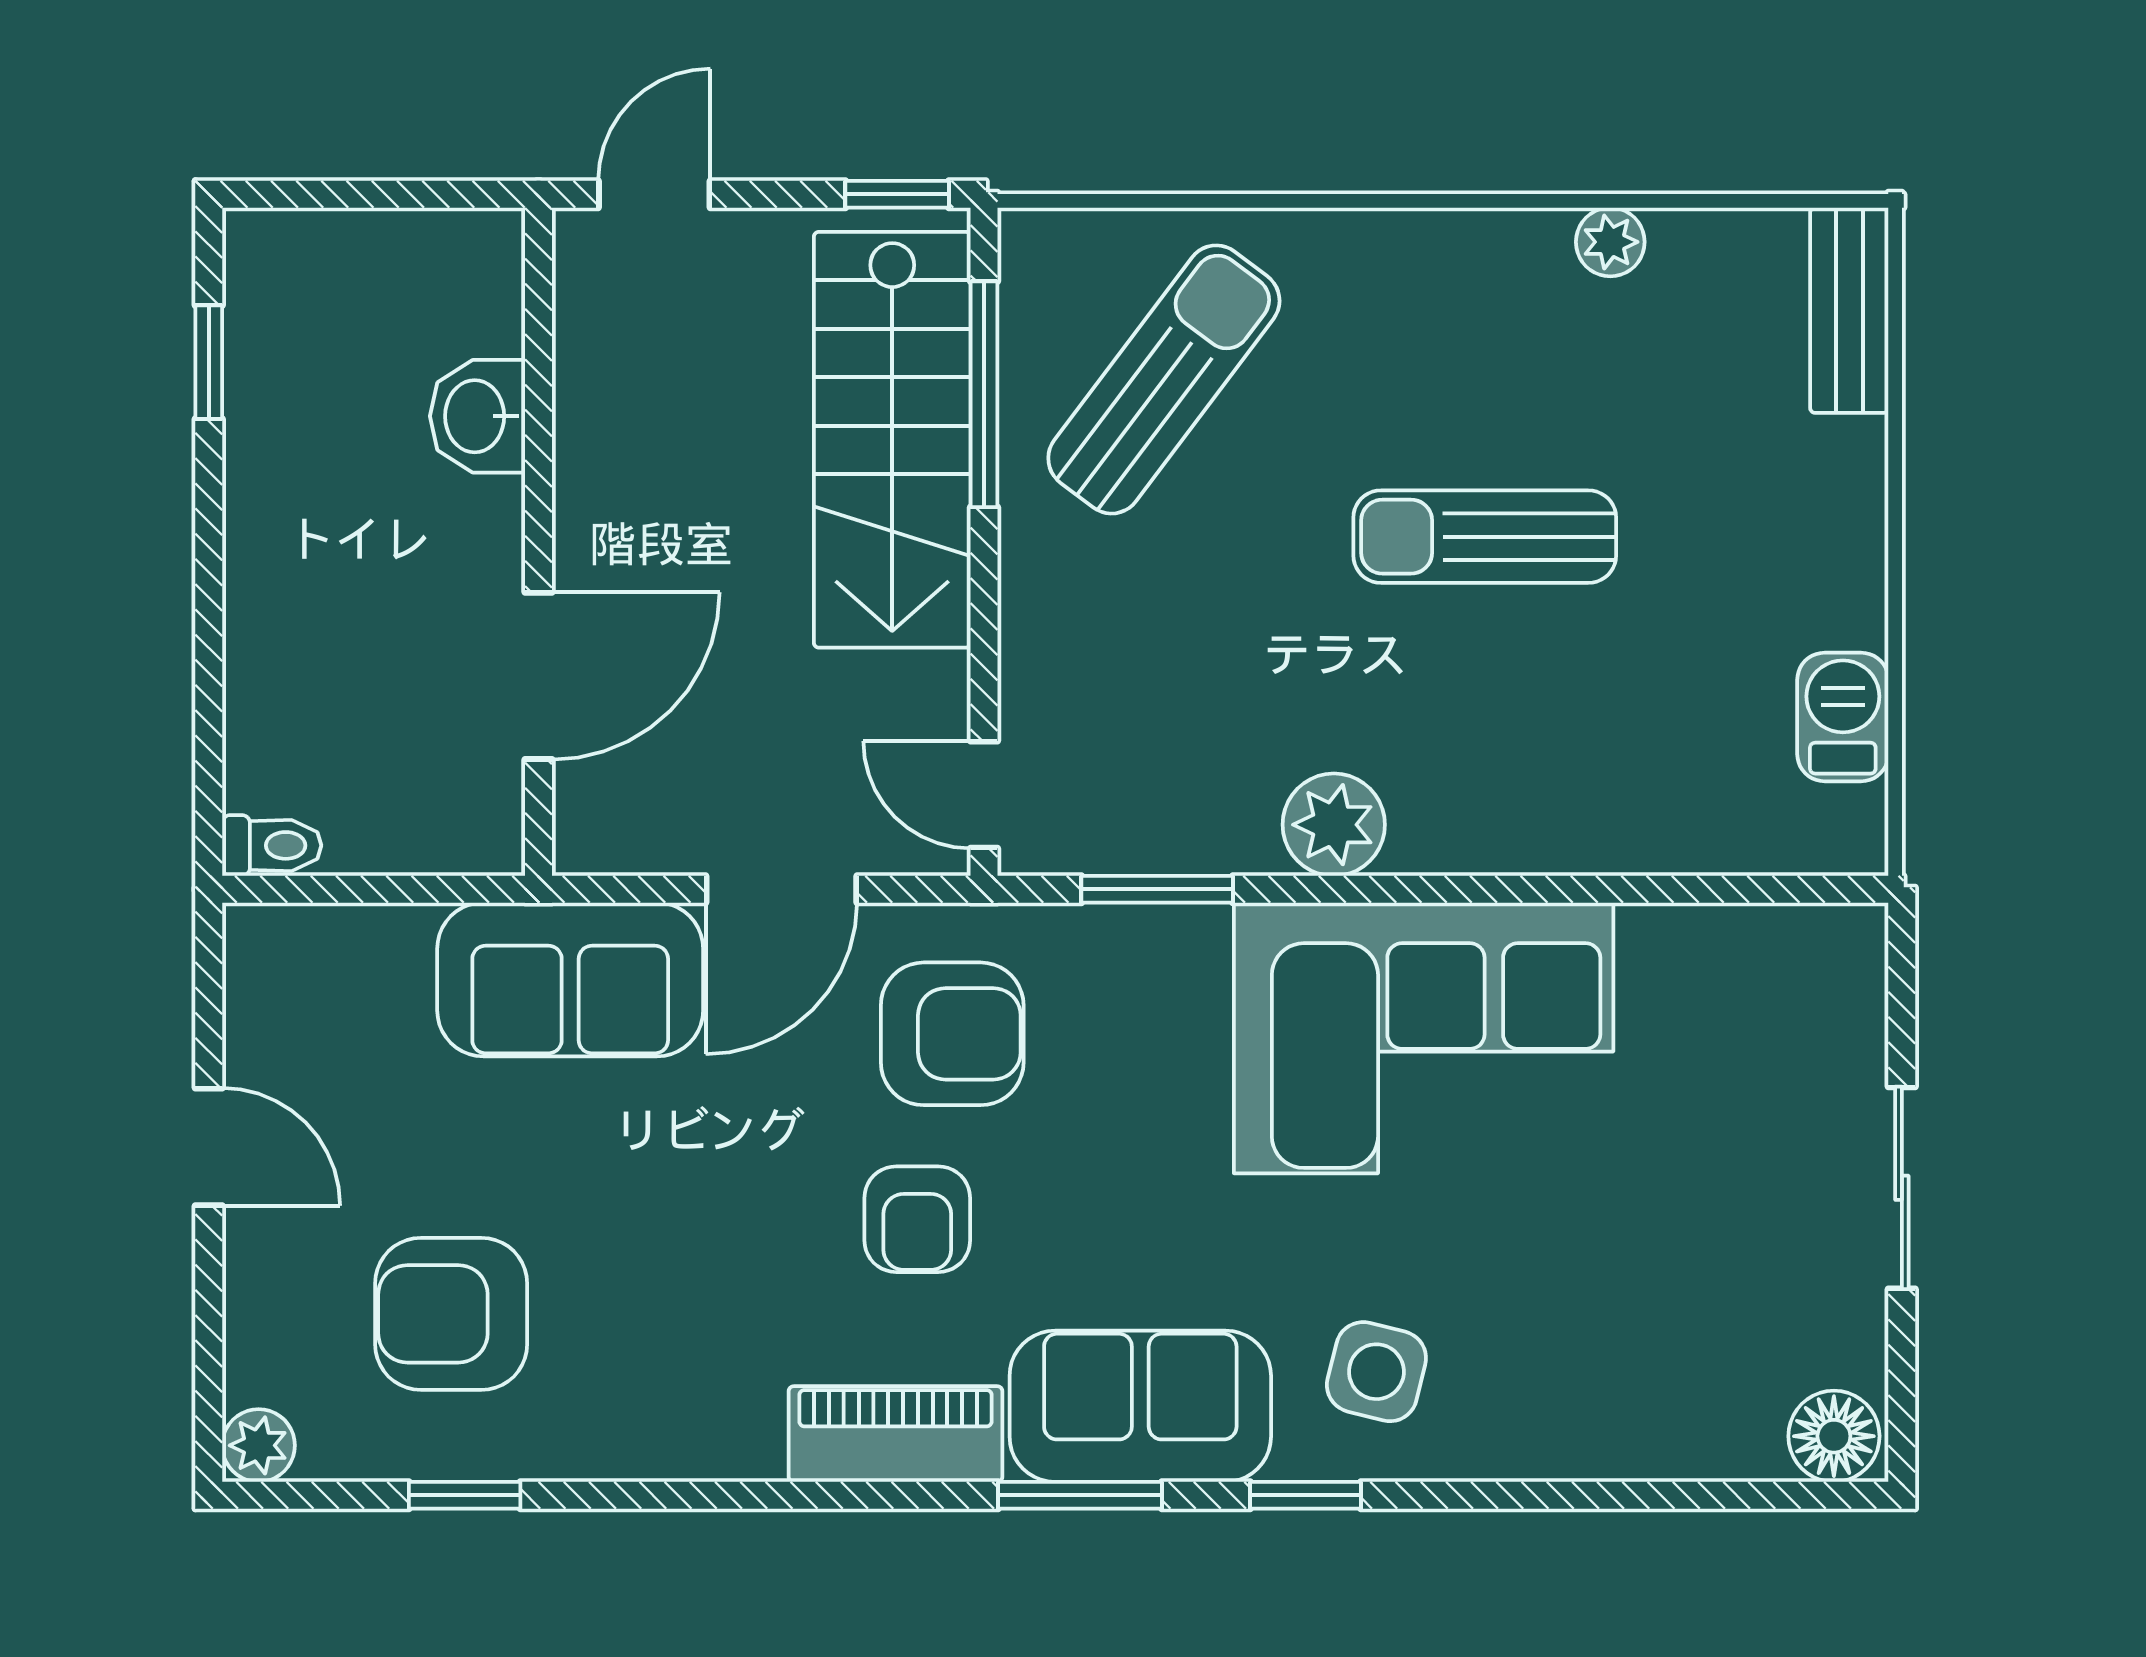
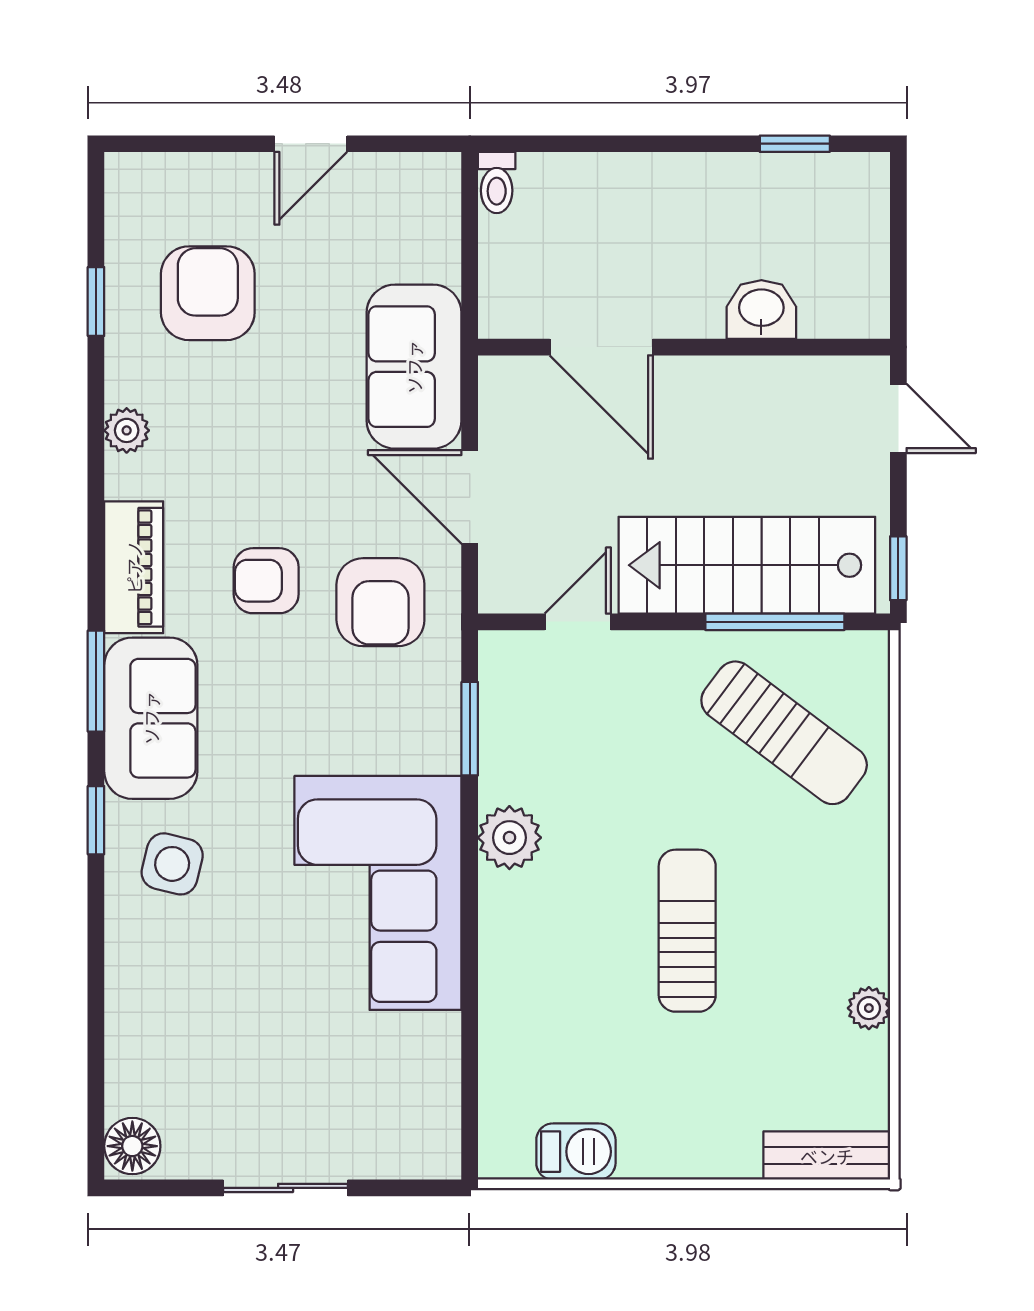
door: (984, 795) -> (578, 622), moved
plant: (259, 1445) -> (127, 430), moved

